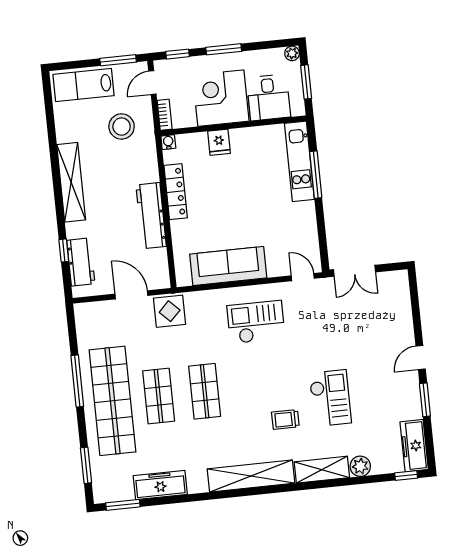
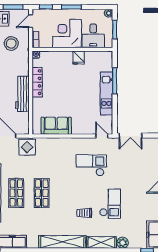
fridge: (219, 142) -> (79, 58), moved
kitchen unit: (299, 161) -> (106, 93), moved
sofa: (228, 266) -> (56, 126), width x0.73
checkout: (256, 322) -> (91, 165), moved

